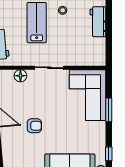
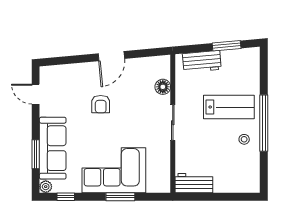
workbench: (98, 22) -> (194, 183), moved
corner sofa: (88, 95) -> (114, 170), moved

